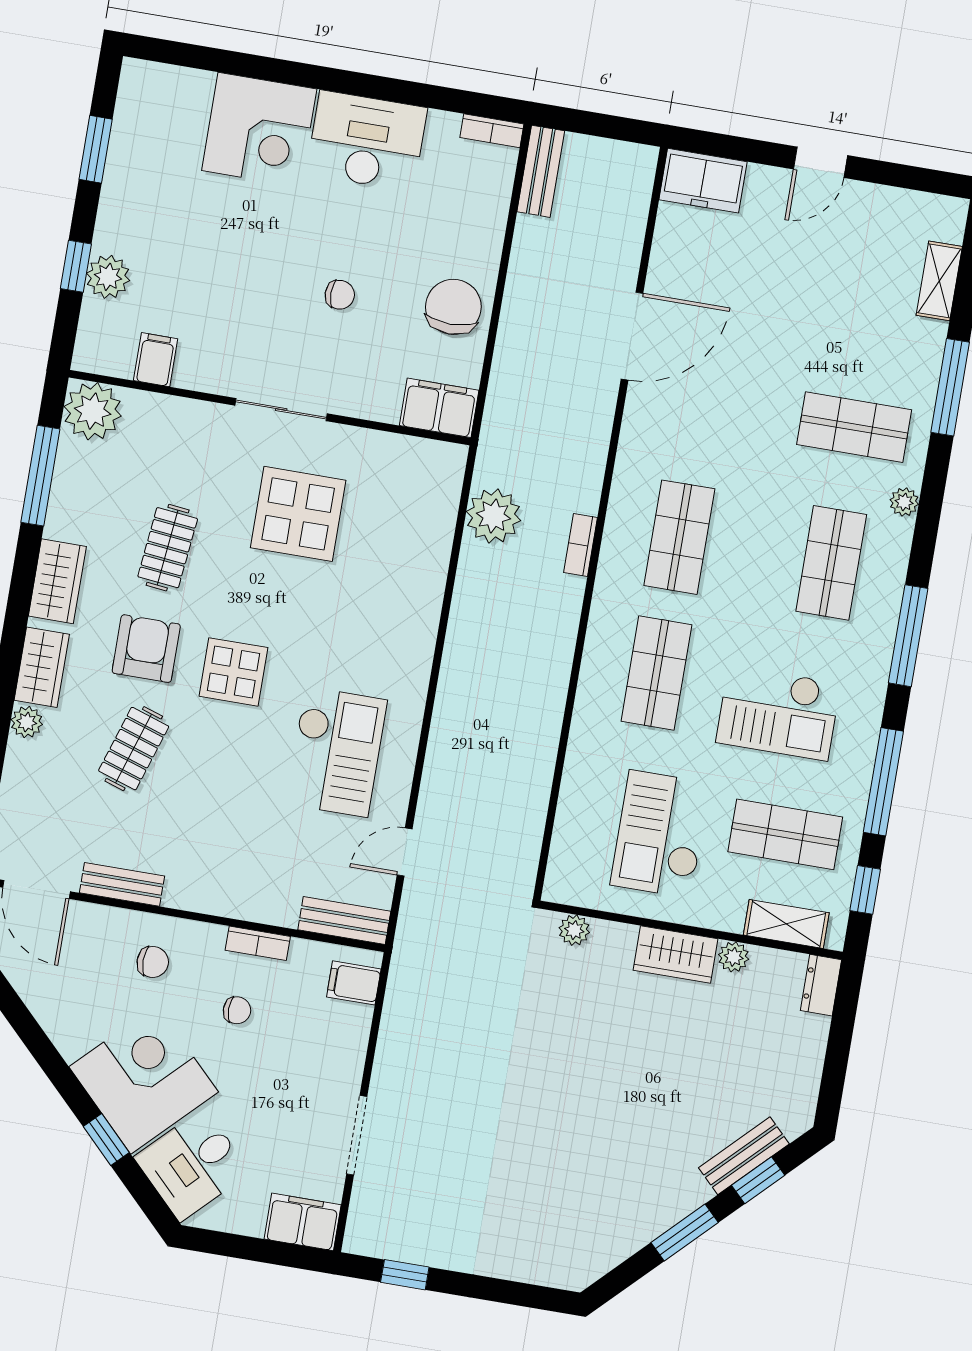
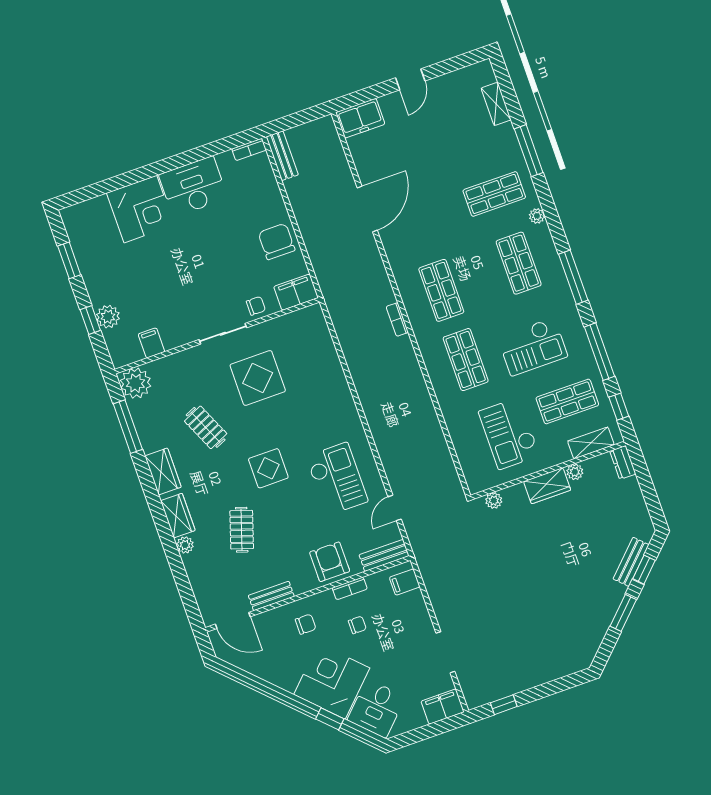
chair: (340, 295) -> (256, 306), moved
plant: (493, 516) -> (349, 329), removed
clothes rail: (168, 548) -> (206, 427), turned -30
armchair: (146, 649) -> (330, 562), moved

